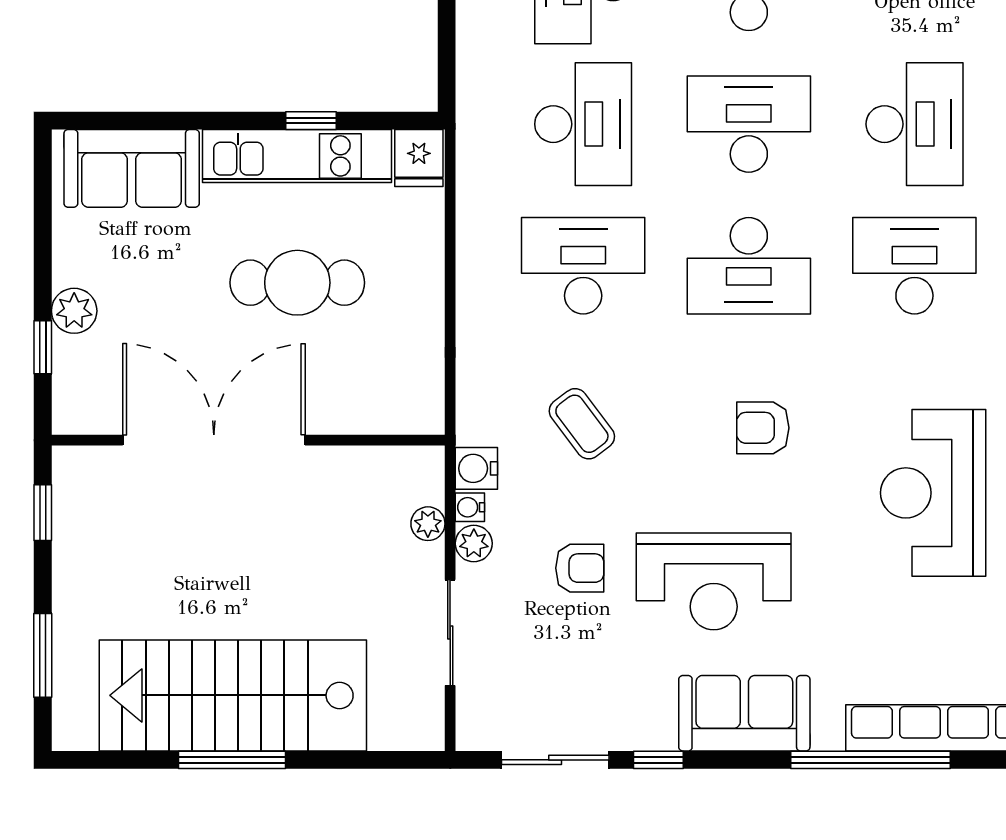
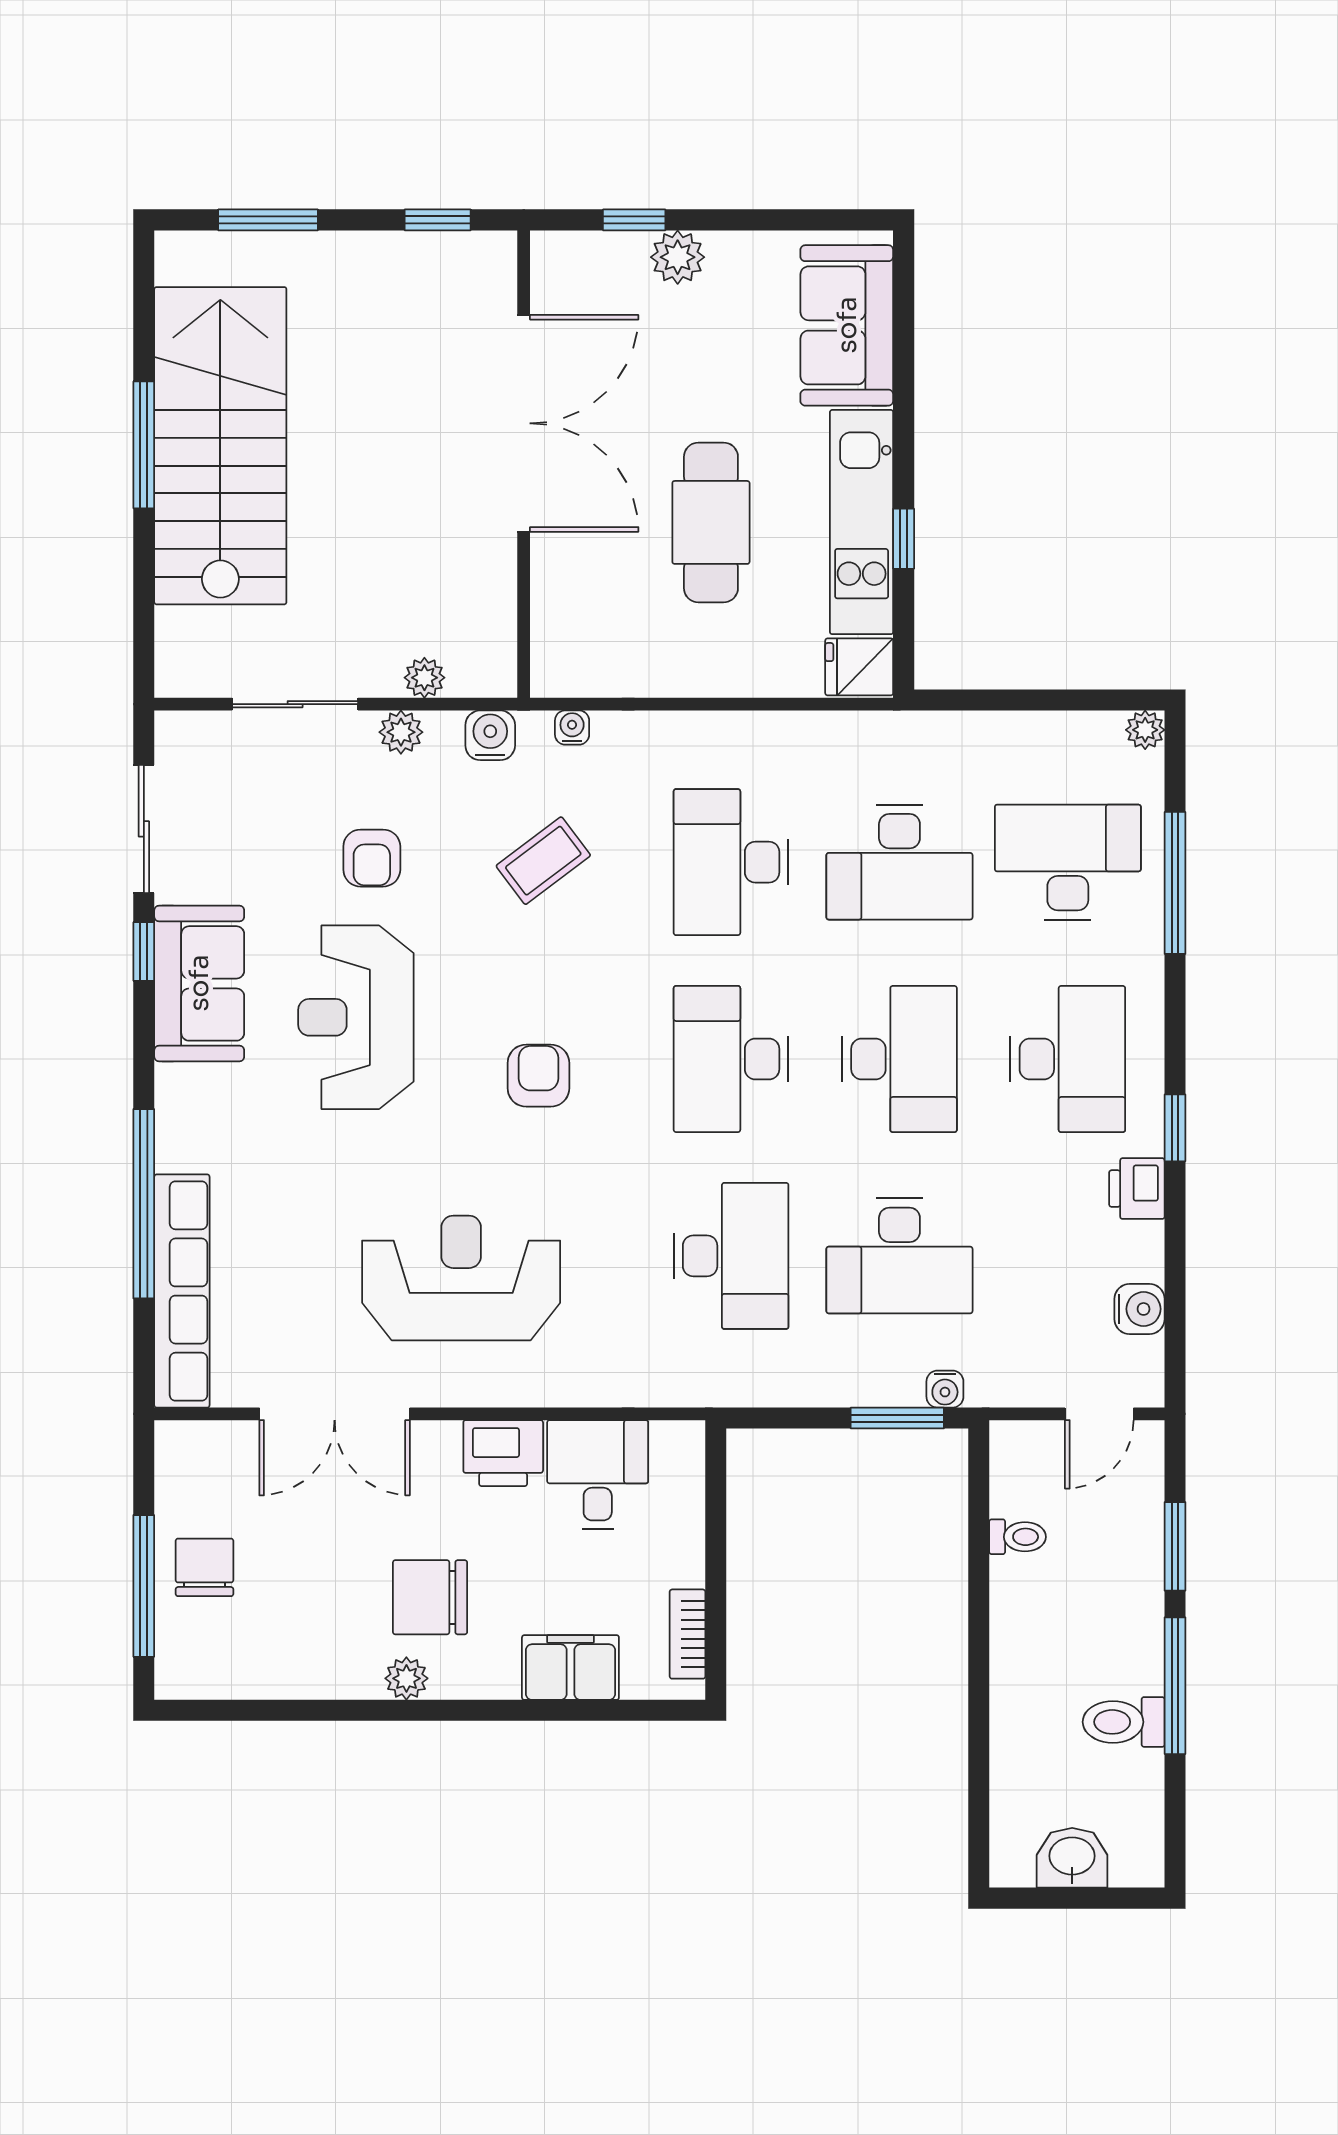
desk: (583, 266) -> (731, 862), turned 180
water cooler: (470, 507) -> (572, 728), moved
sofa: (744, 713) -> (199, 983), moved

